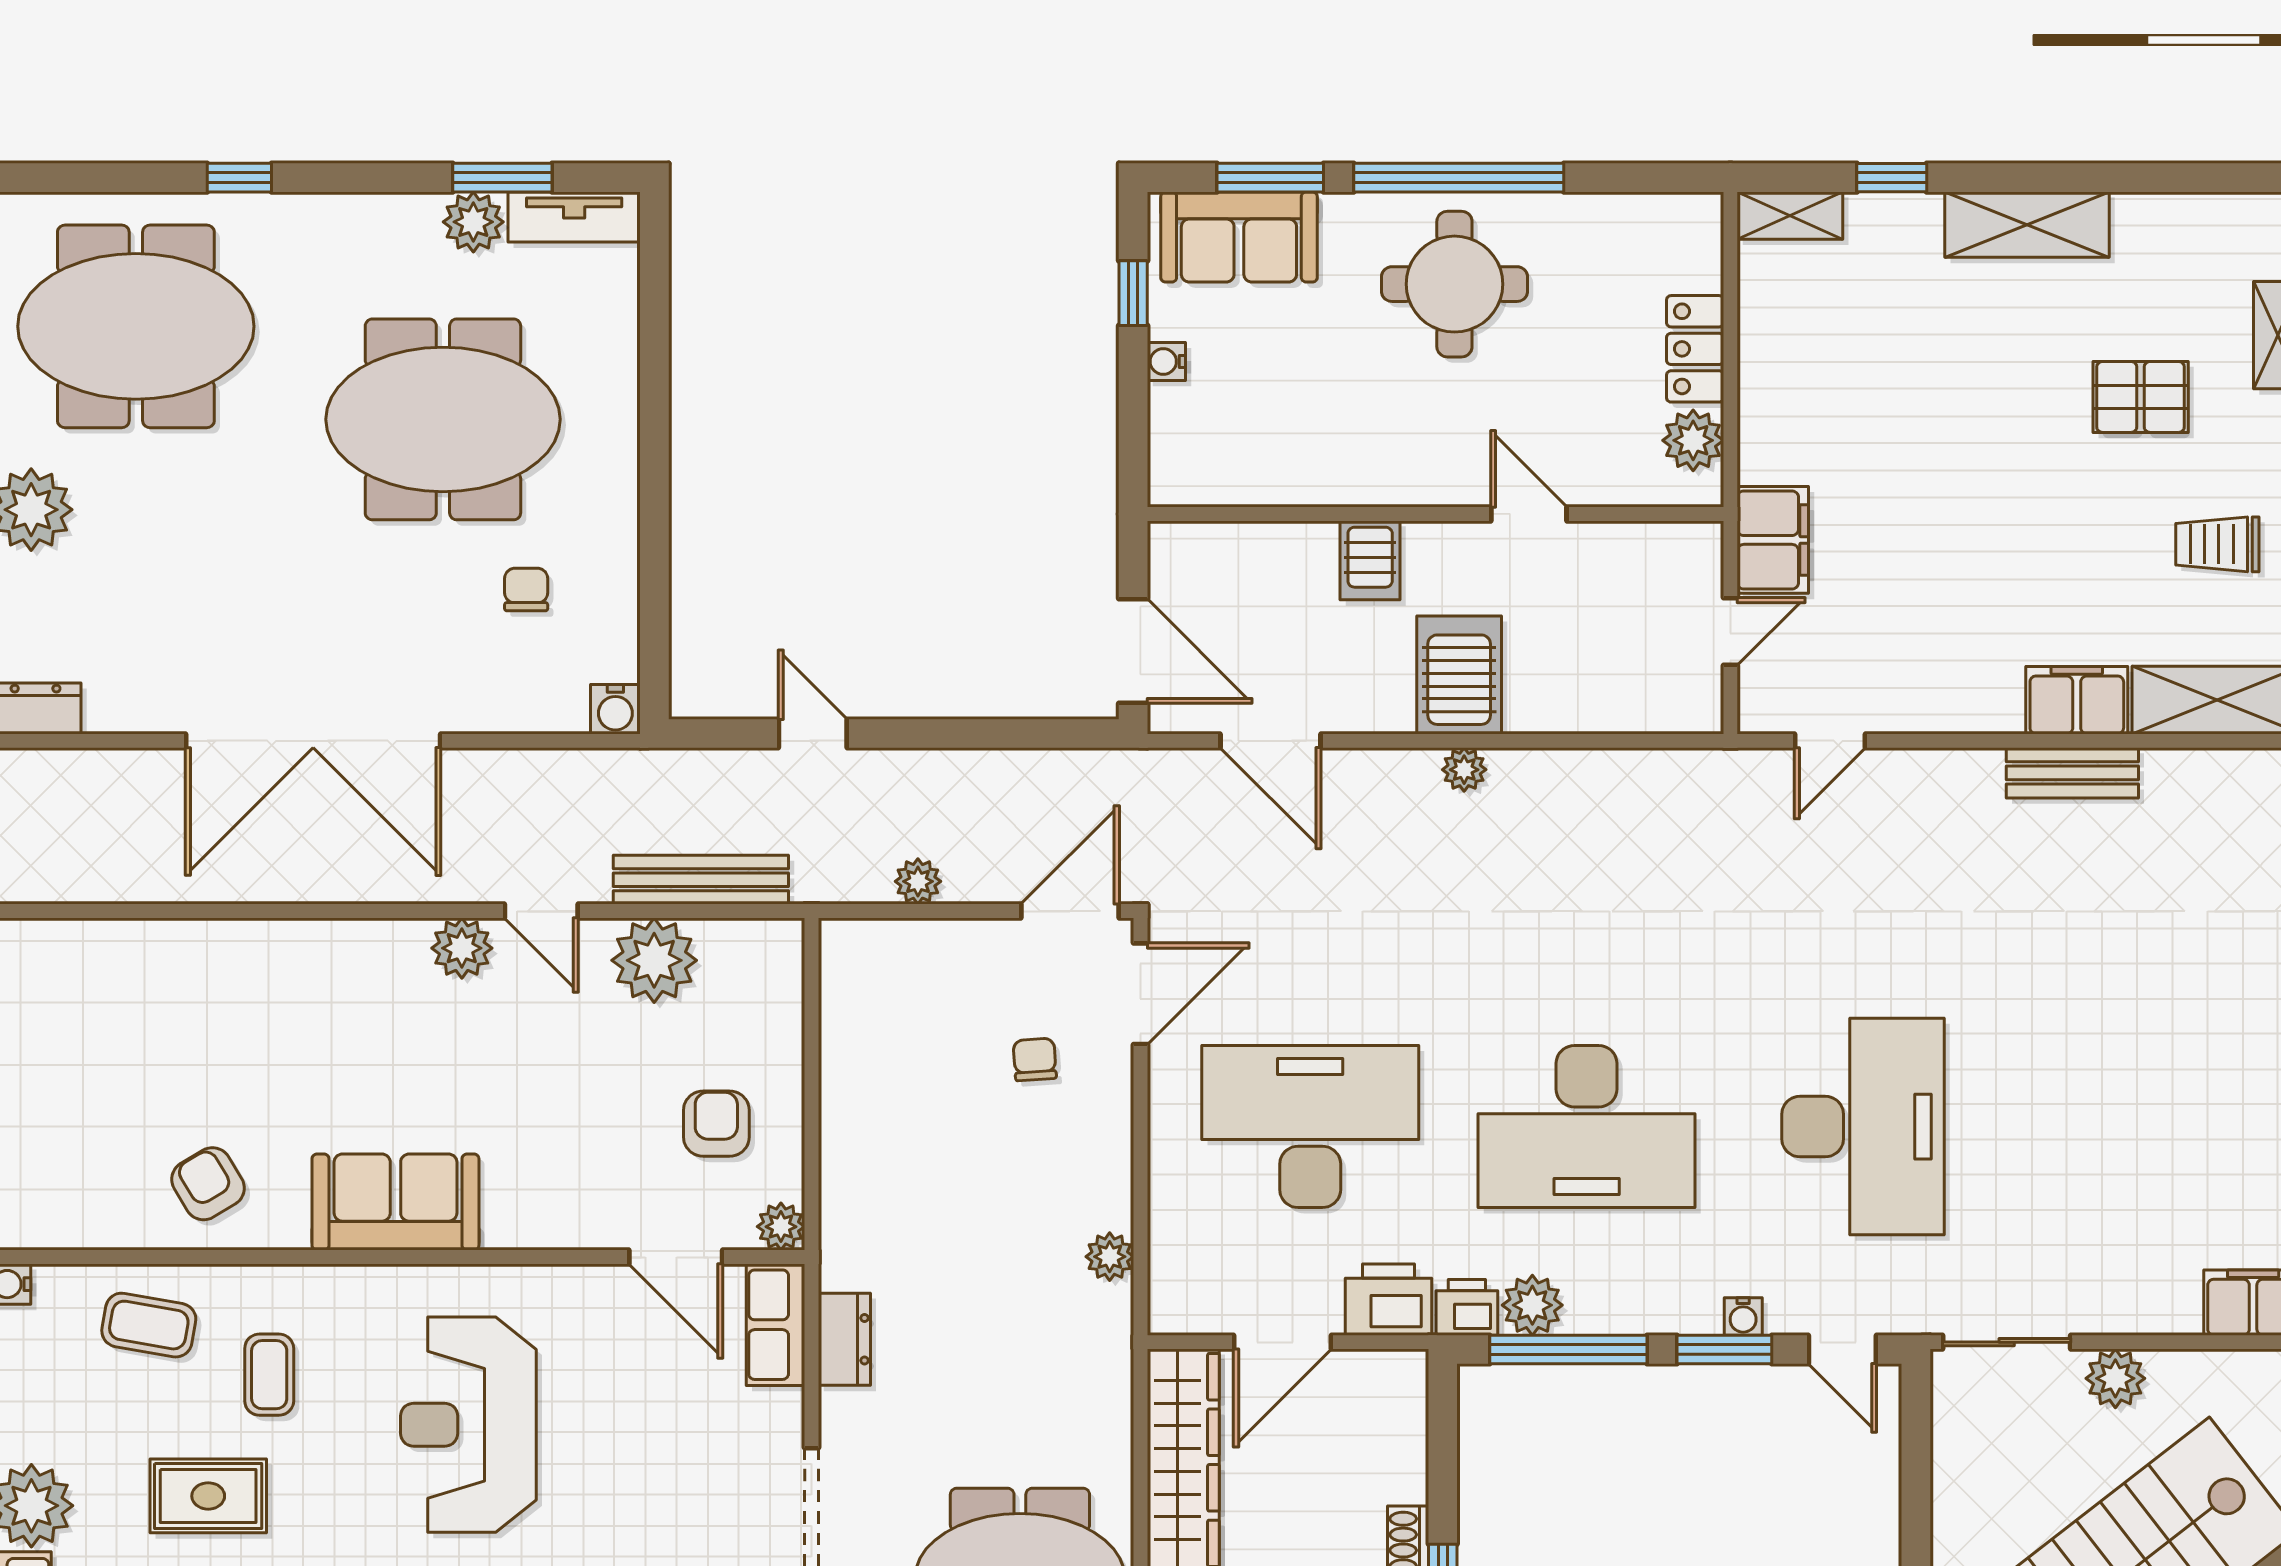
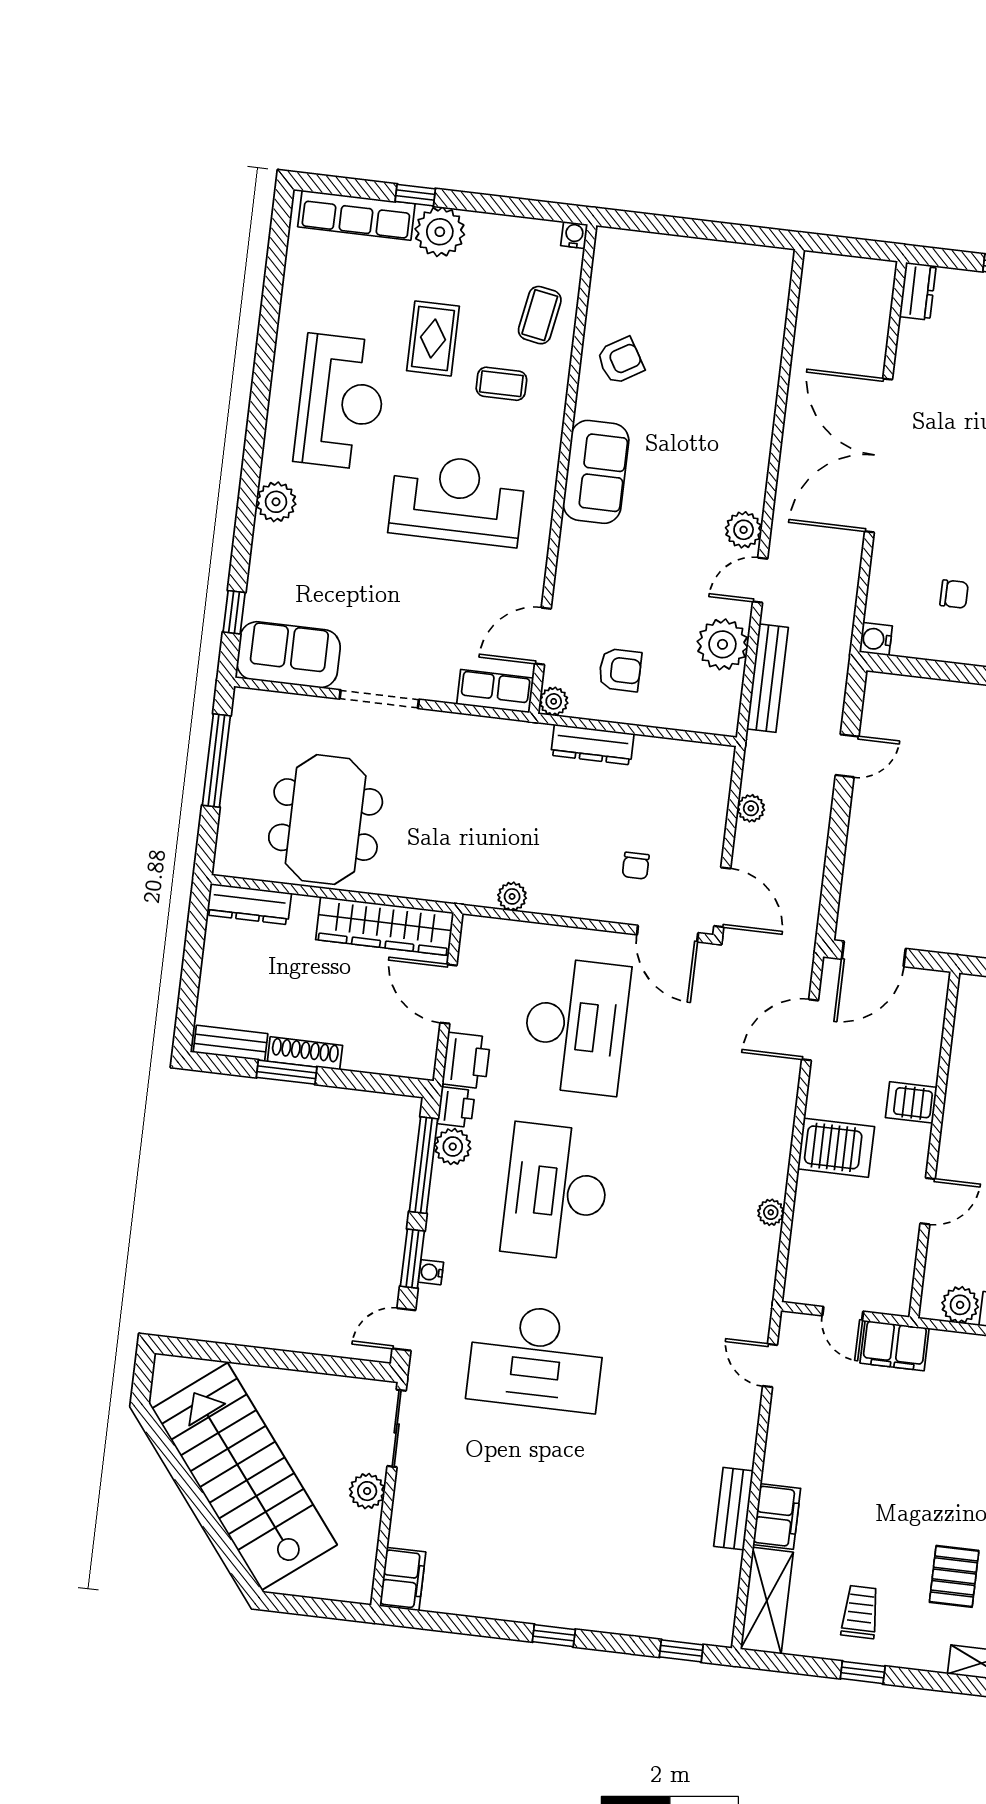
plant: (1464, 770) -> (771, 1212), moved
chair: (1035, 1059) -> (636, 866), turned 94
dresser: (844, 1339) -> (592, 745), moved, width x1.44

